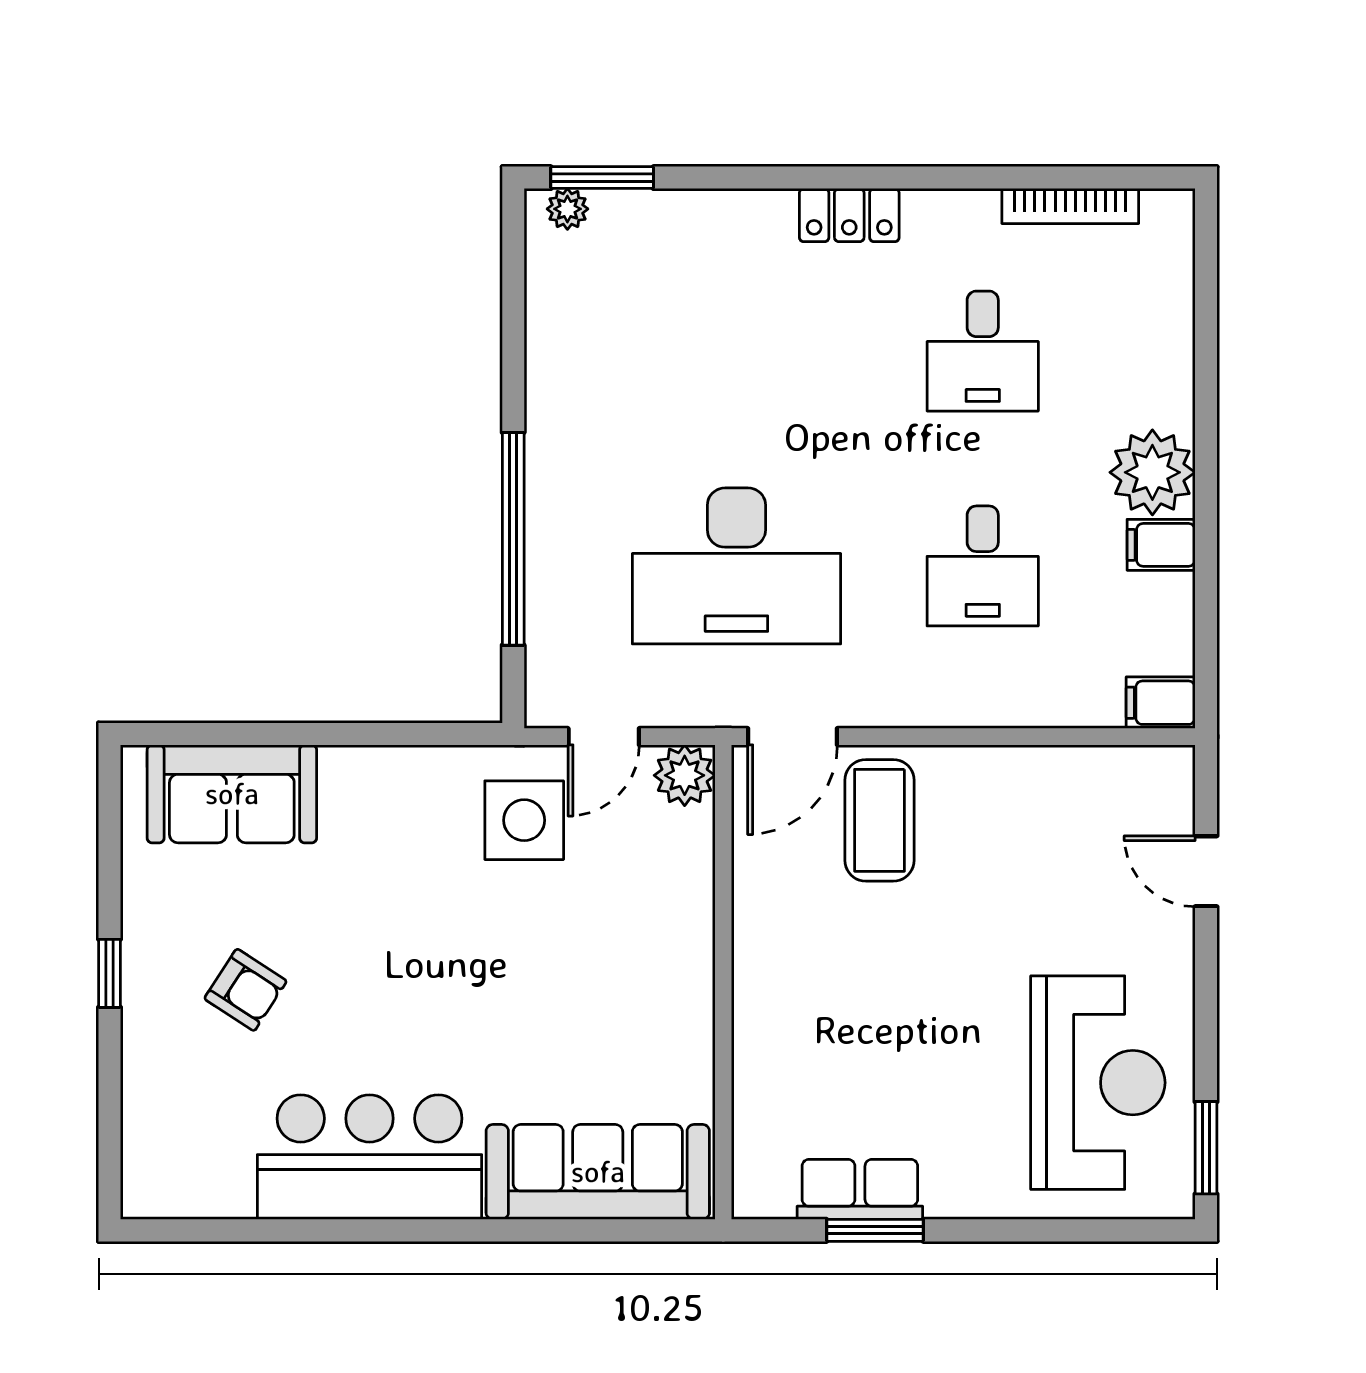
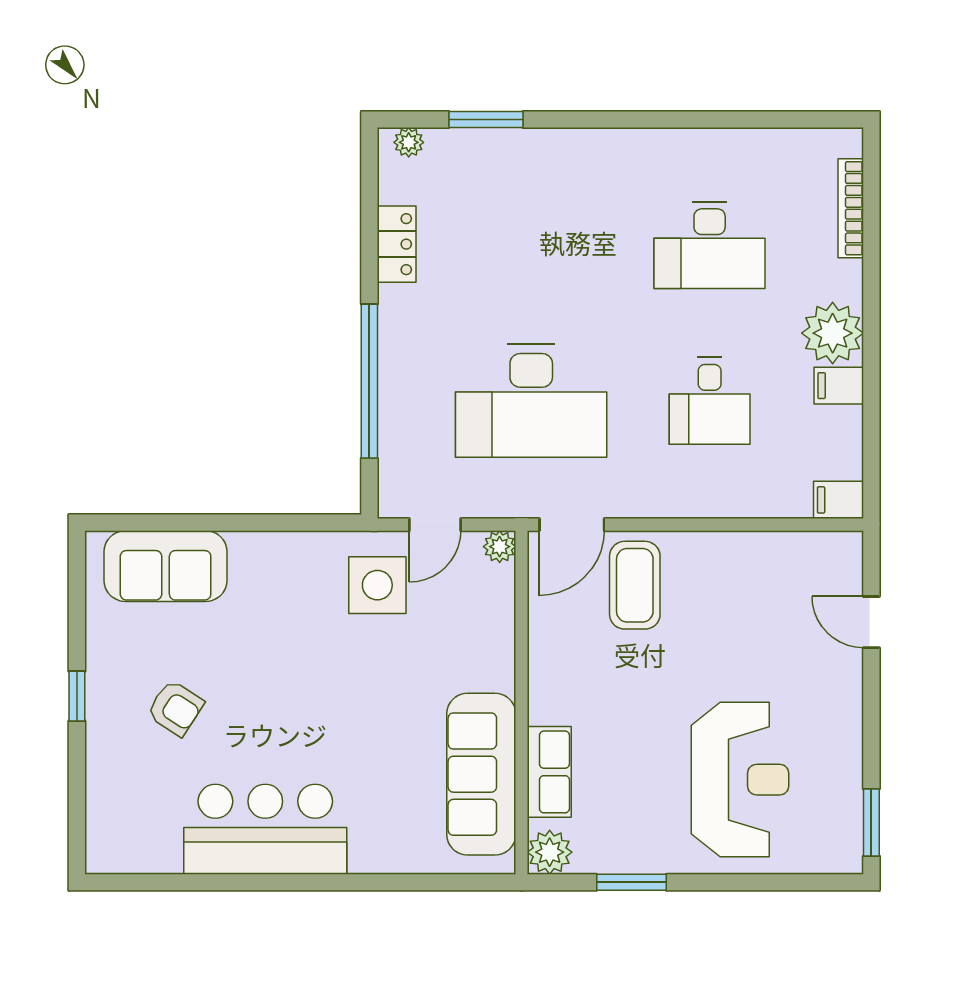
window: (602, 178) -> (486, 119), moved
bookcase: (1070, 206) -> (851, 208), moved, turned 90
locker: (849, 215) -> (397, 244), moved, turned -90
desk: (983, 351) -> (710, 245), width x1.37
plant: (685, 775) -> (500, 547), width x0.73, depth x0.73
reception desk: (1098, 1083) -> (740, 780), moved
sofa: (598, 1172) -> (481, 774), moved, turned -90
plant: (762, 1189) -> (550, 852), added
row of seats: (860, 1189) -> (549, 772), moved, turned 90

